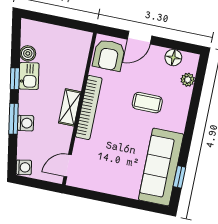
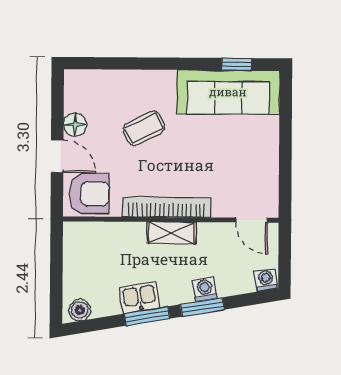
boiler: (28, 53) -> (80, 310), moved
floor lamp: (173, 58) -> (75, 125), moved
window: (15, 79) -> (147, 316), width x1.50
plant: (188, 80) -> (102, 79), removed
coffee table: (147, 103) -> (144, 128), turned 63

